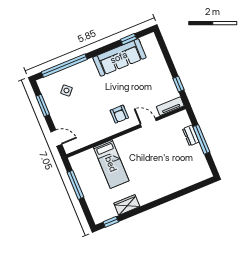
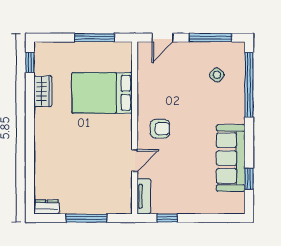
window: (43, 105) -> (210, 38), width x1.44
armchair: (119, 114) -> (160, 129), turned 180
dresser: (191, 135) -> (47, 207), moved
bed: (111, 164) -> (102, 93), width x1.50

